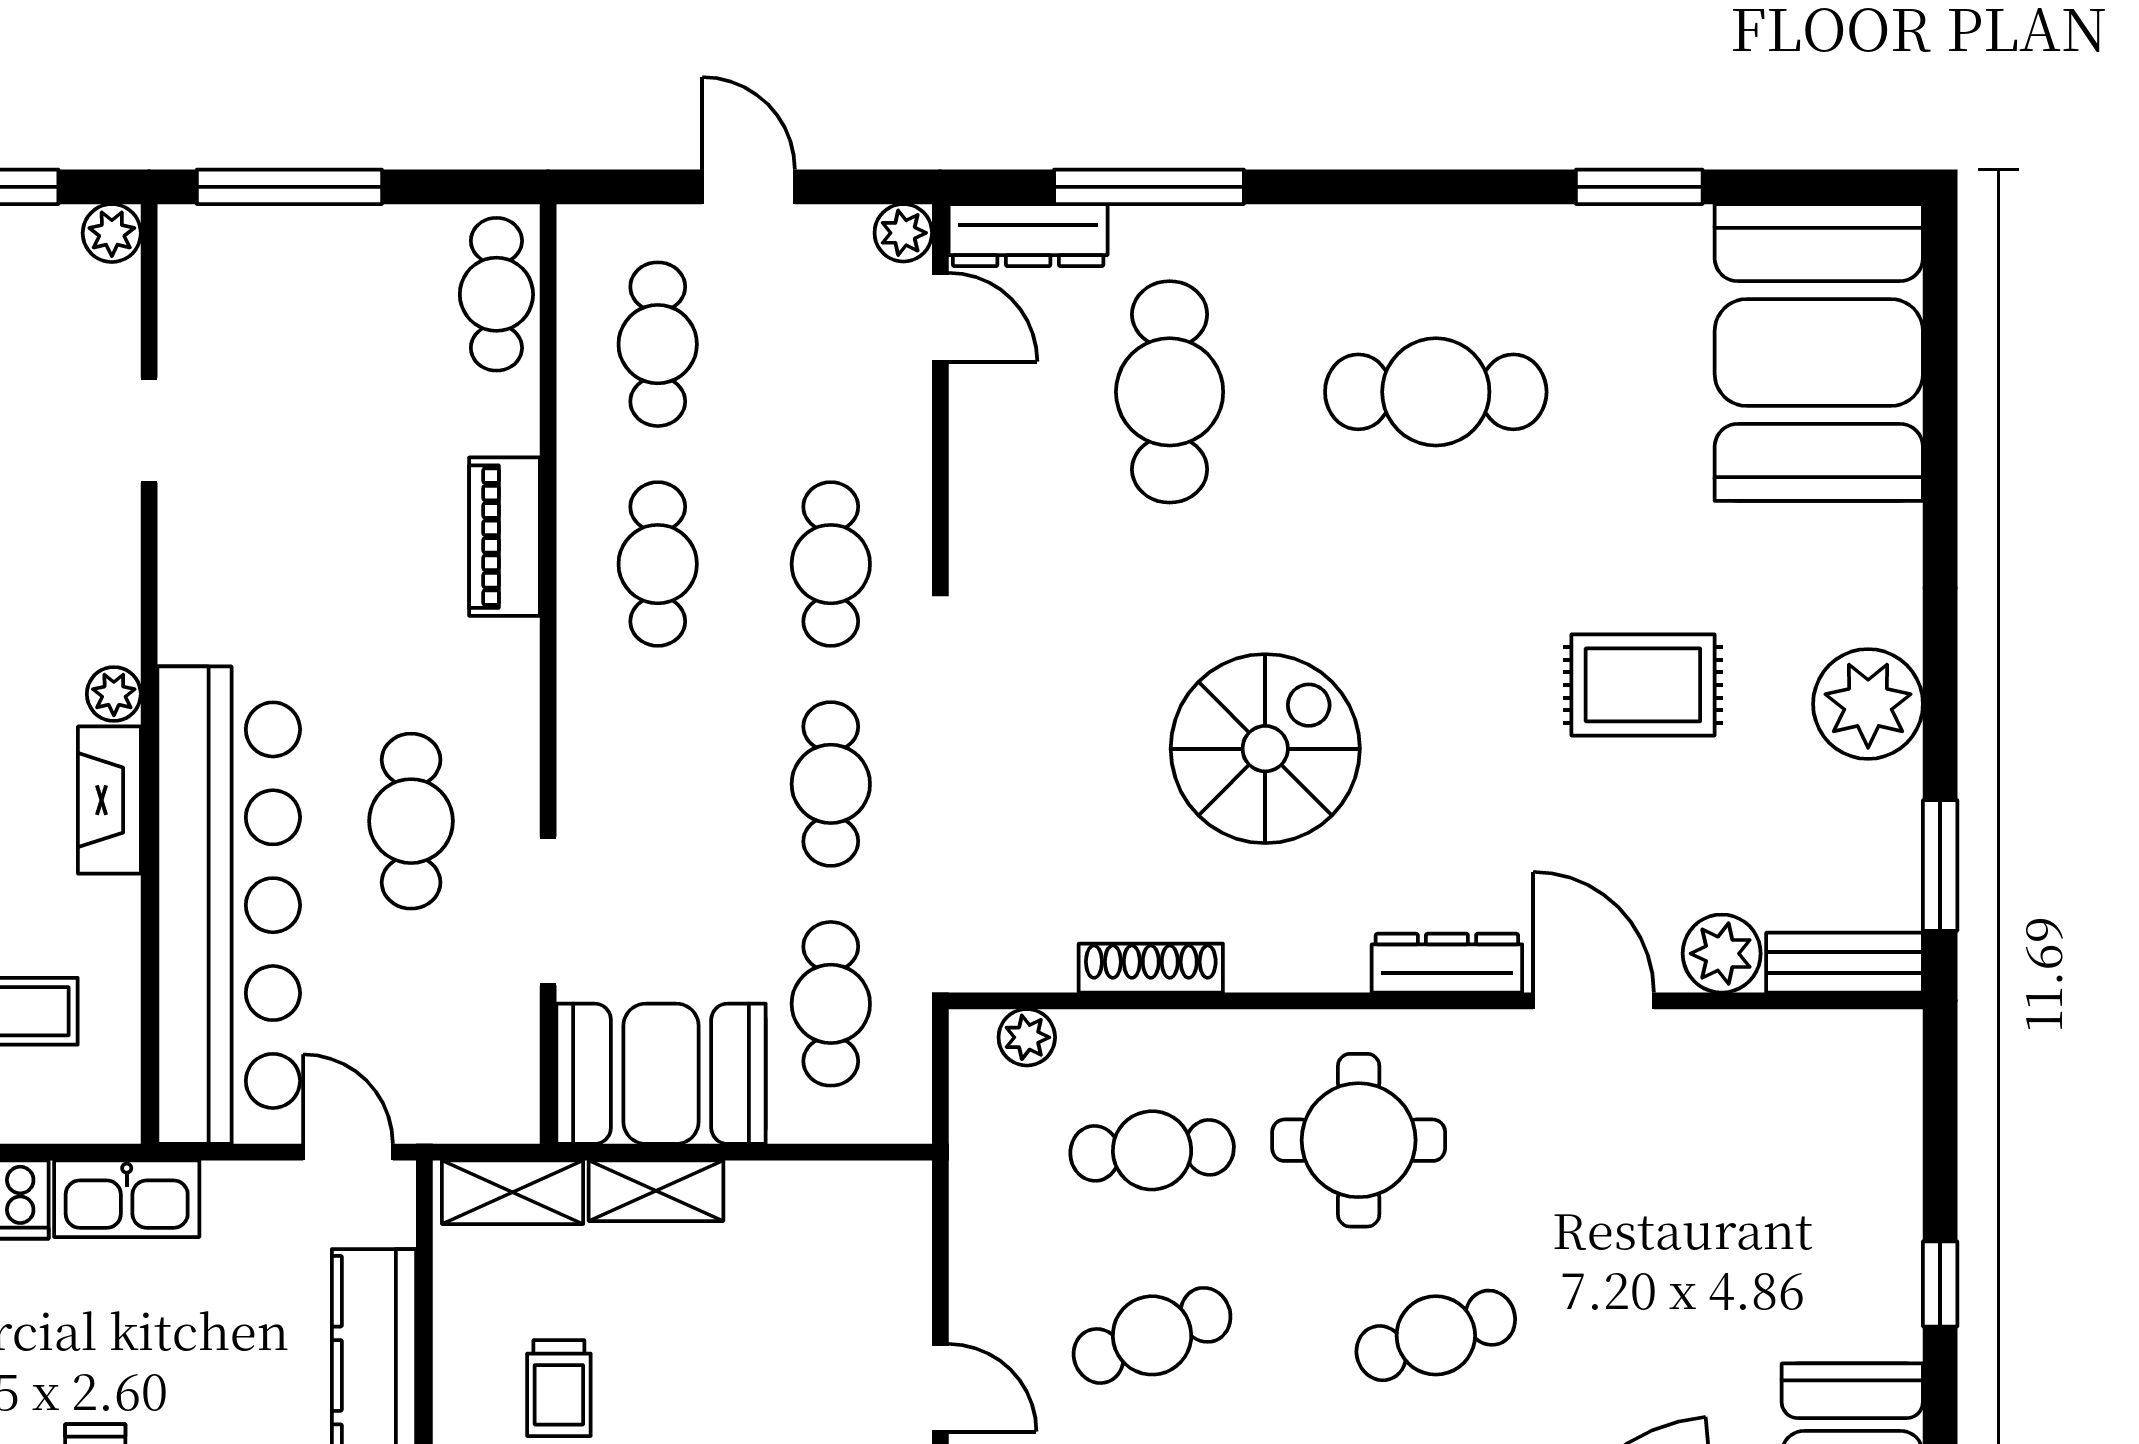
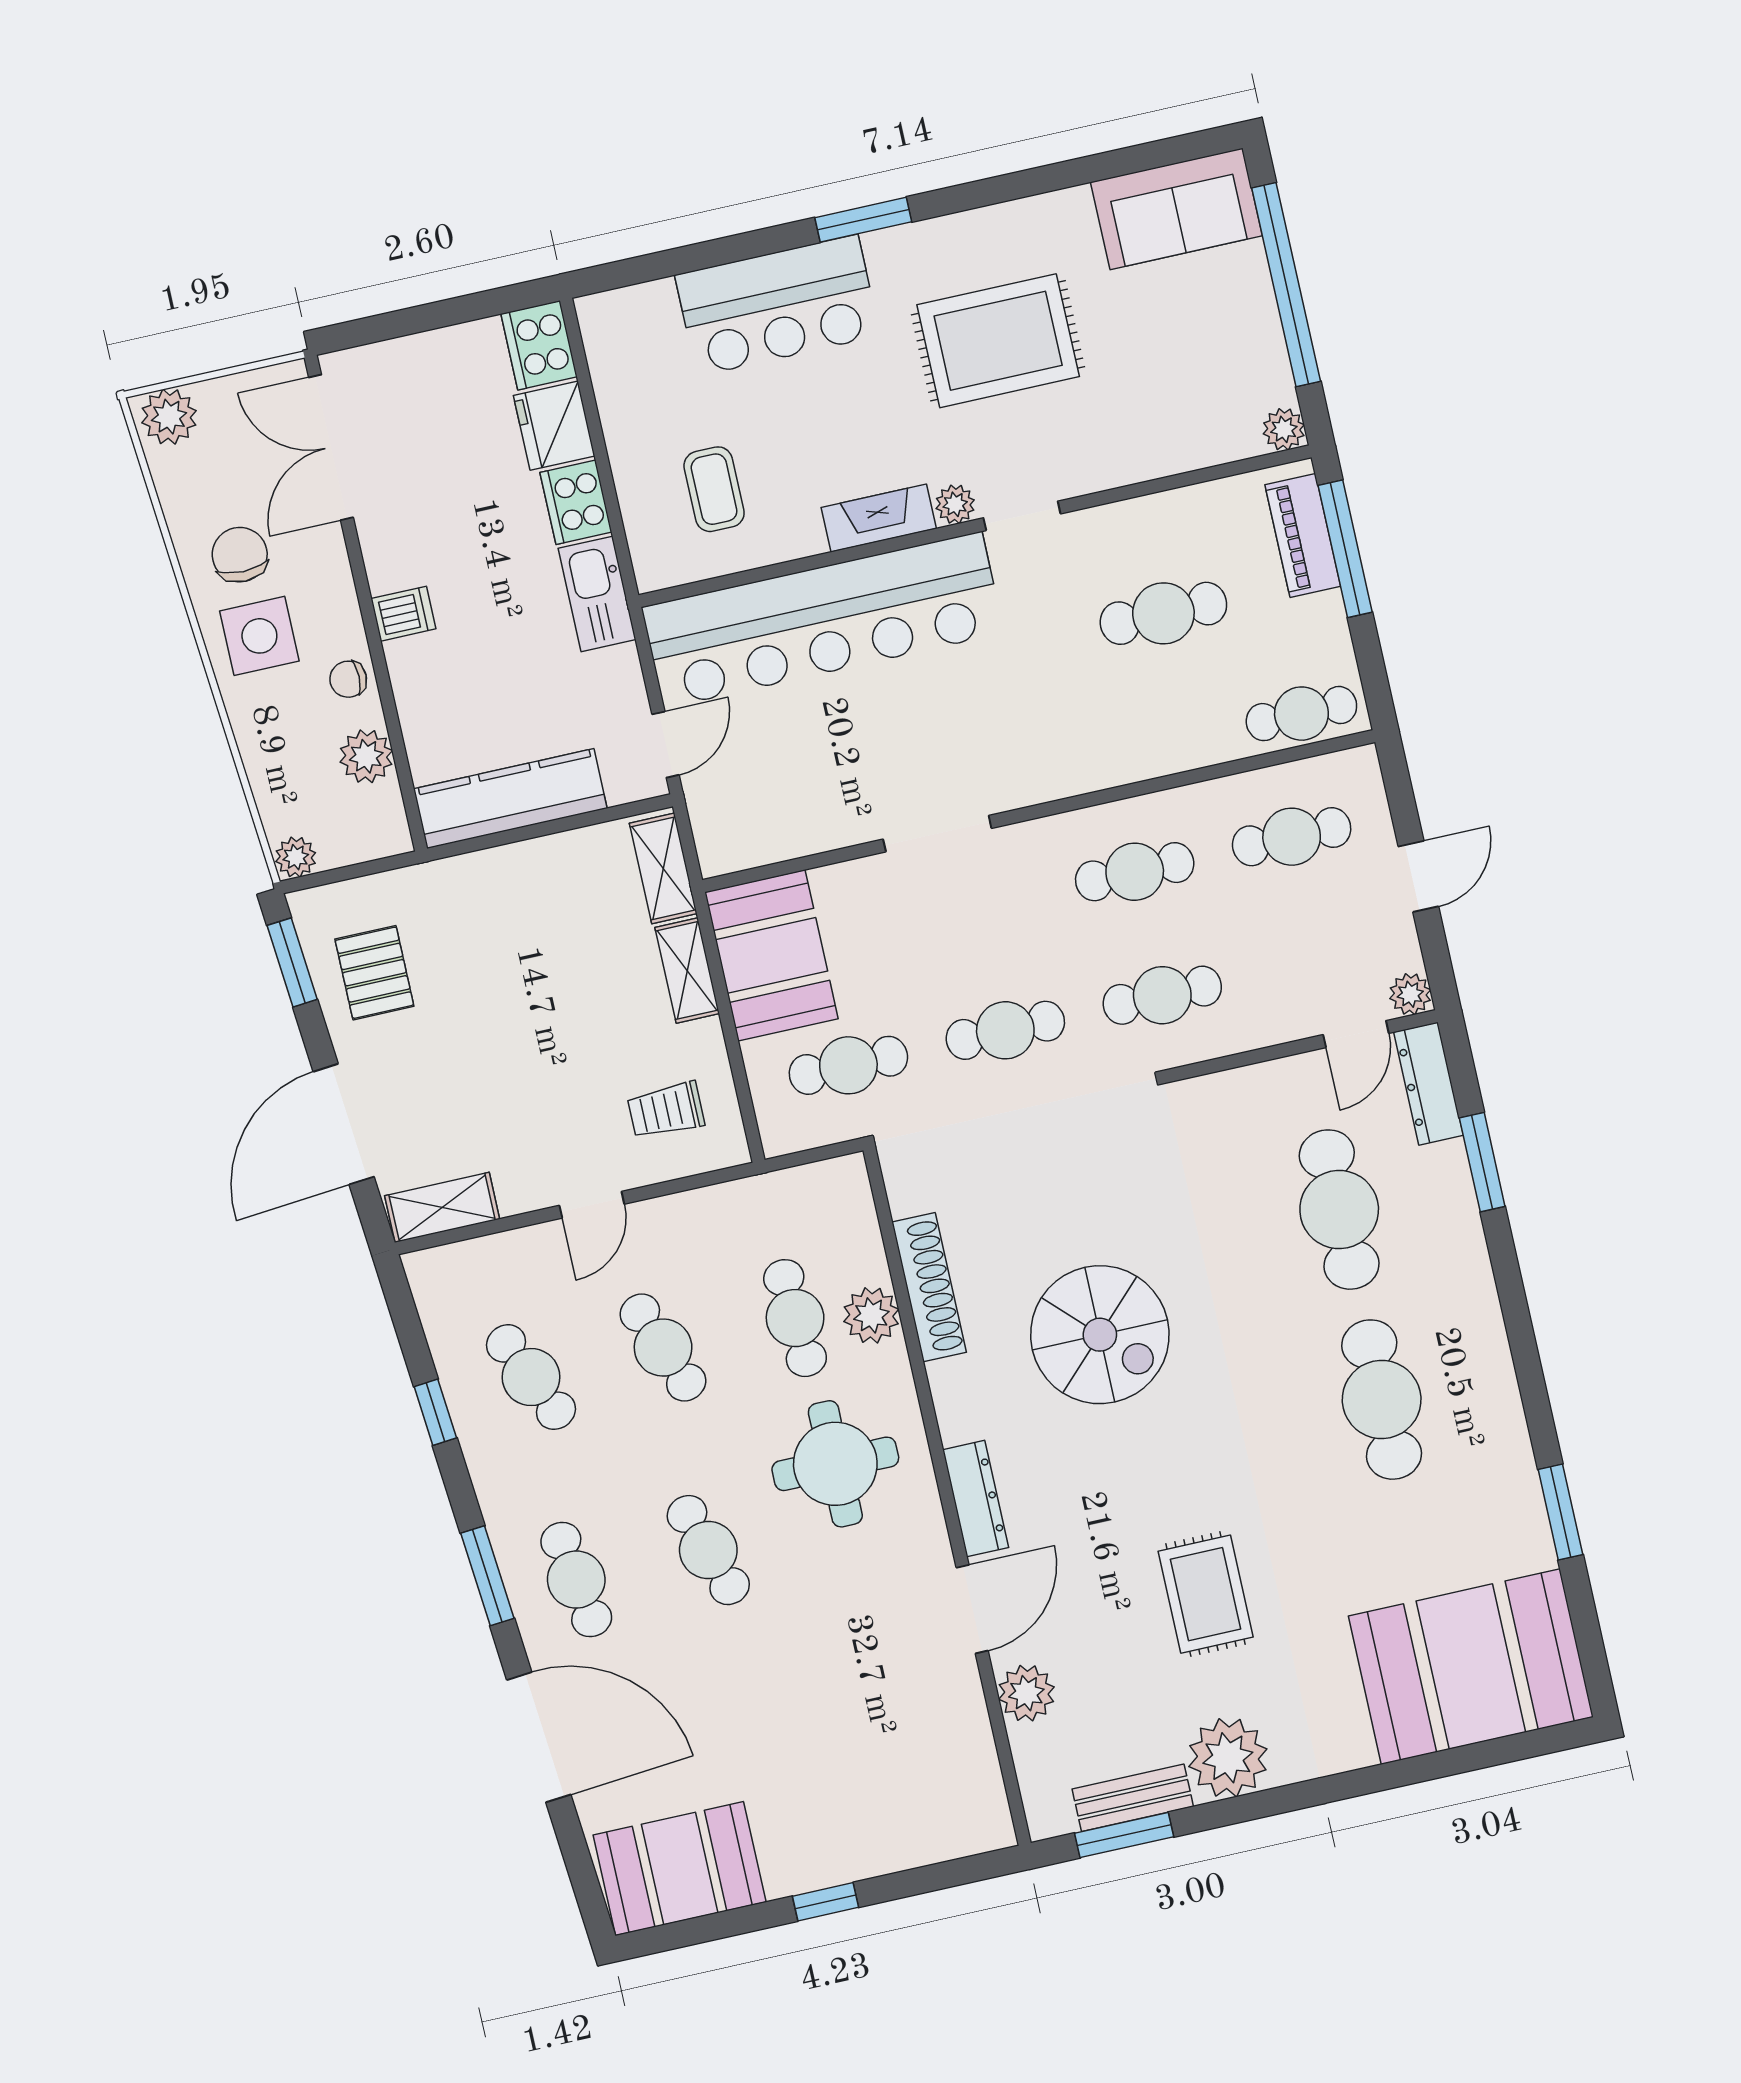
window: (1149, 187) -> (1482, 1162), width x0.69
cafe table: (1170, 392) -> (1339, 1210), turned 90
doorway: (149, 430) -> (1022, 516), moved
piano: (504, 537) -> (1303, 535), moved, turned -90
cafe table: (411, 821) -> (1163, 613), moved
doorway: (548, 911) -> (937, 834), moved
bench: (1845, 963) -> (1133, 1798), moved, turned 90
shoe rack: (1151, 968) -> (929, 1287), width x1.36, depth x1.24
plant: (1027, 1037) -> (871, 1315), moved, width x1.38, depth x1.38
trolley: (559, 1388) -> (666, 1110), moved

